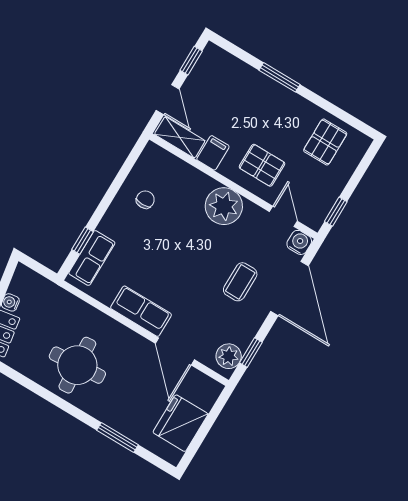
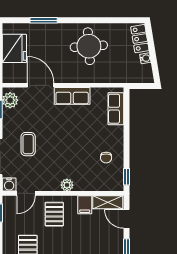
pallet: (262, 165) -> (54, 214), turned 90
plant: (224, 206) -> (67, 185), width x0.53, depth x0.53
door: (283, 216) -> (26, 193), hinge flipped
window: (83, 241) -> (127, 177), moved

